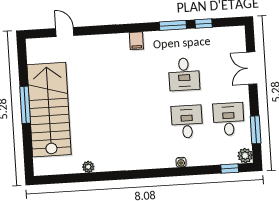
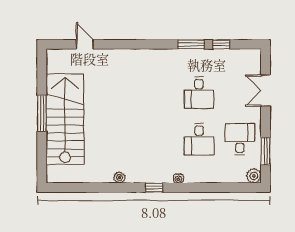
filing cabinet: (136, 41) -> (154, 57), removed
desk: (187, 122) -> (199, 139), turned 180
water cooler: (181, 162) -> (178, 178), moved
plant: (88, 167) -> (119, 177), moved
window: (230, 168) -> (154, 188), moved

